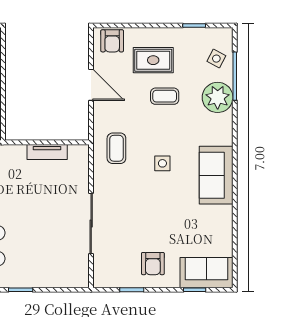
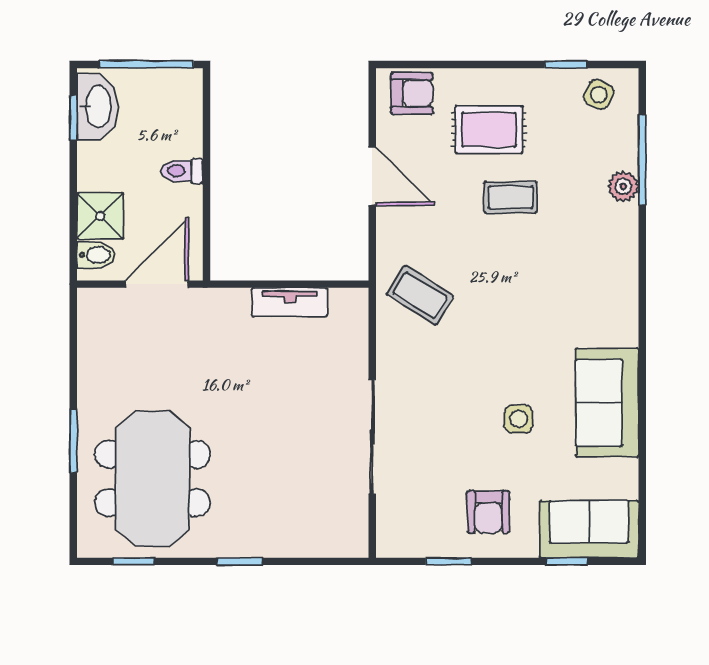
armchair: (112, 41) -> (412, 93), turned -90
side table: (216, 59) -> (599, 94), moved
plant: (218, 97) -> (623, 186), width x0.53, depth x0.53
coffee table: (116, 148) -> (420, 295), turned -58
side table: (162, 163) -> (519, 419), moved
sofa: (216, 175) -> (607, 403), moved

